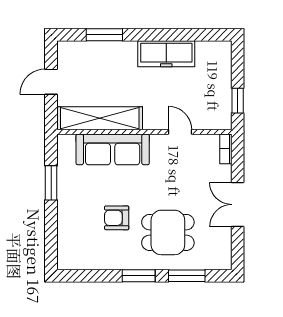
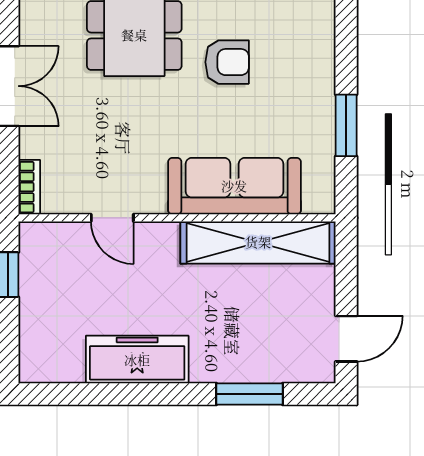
door: (51, 82) -> (346, 339), moved

